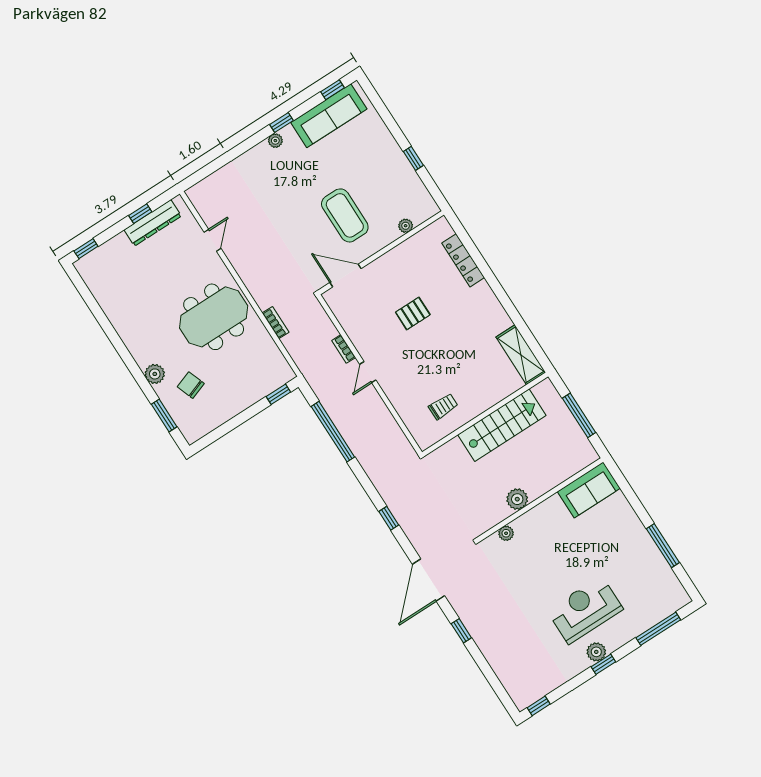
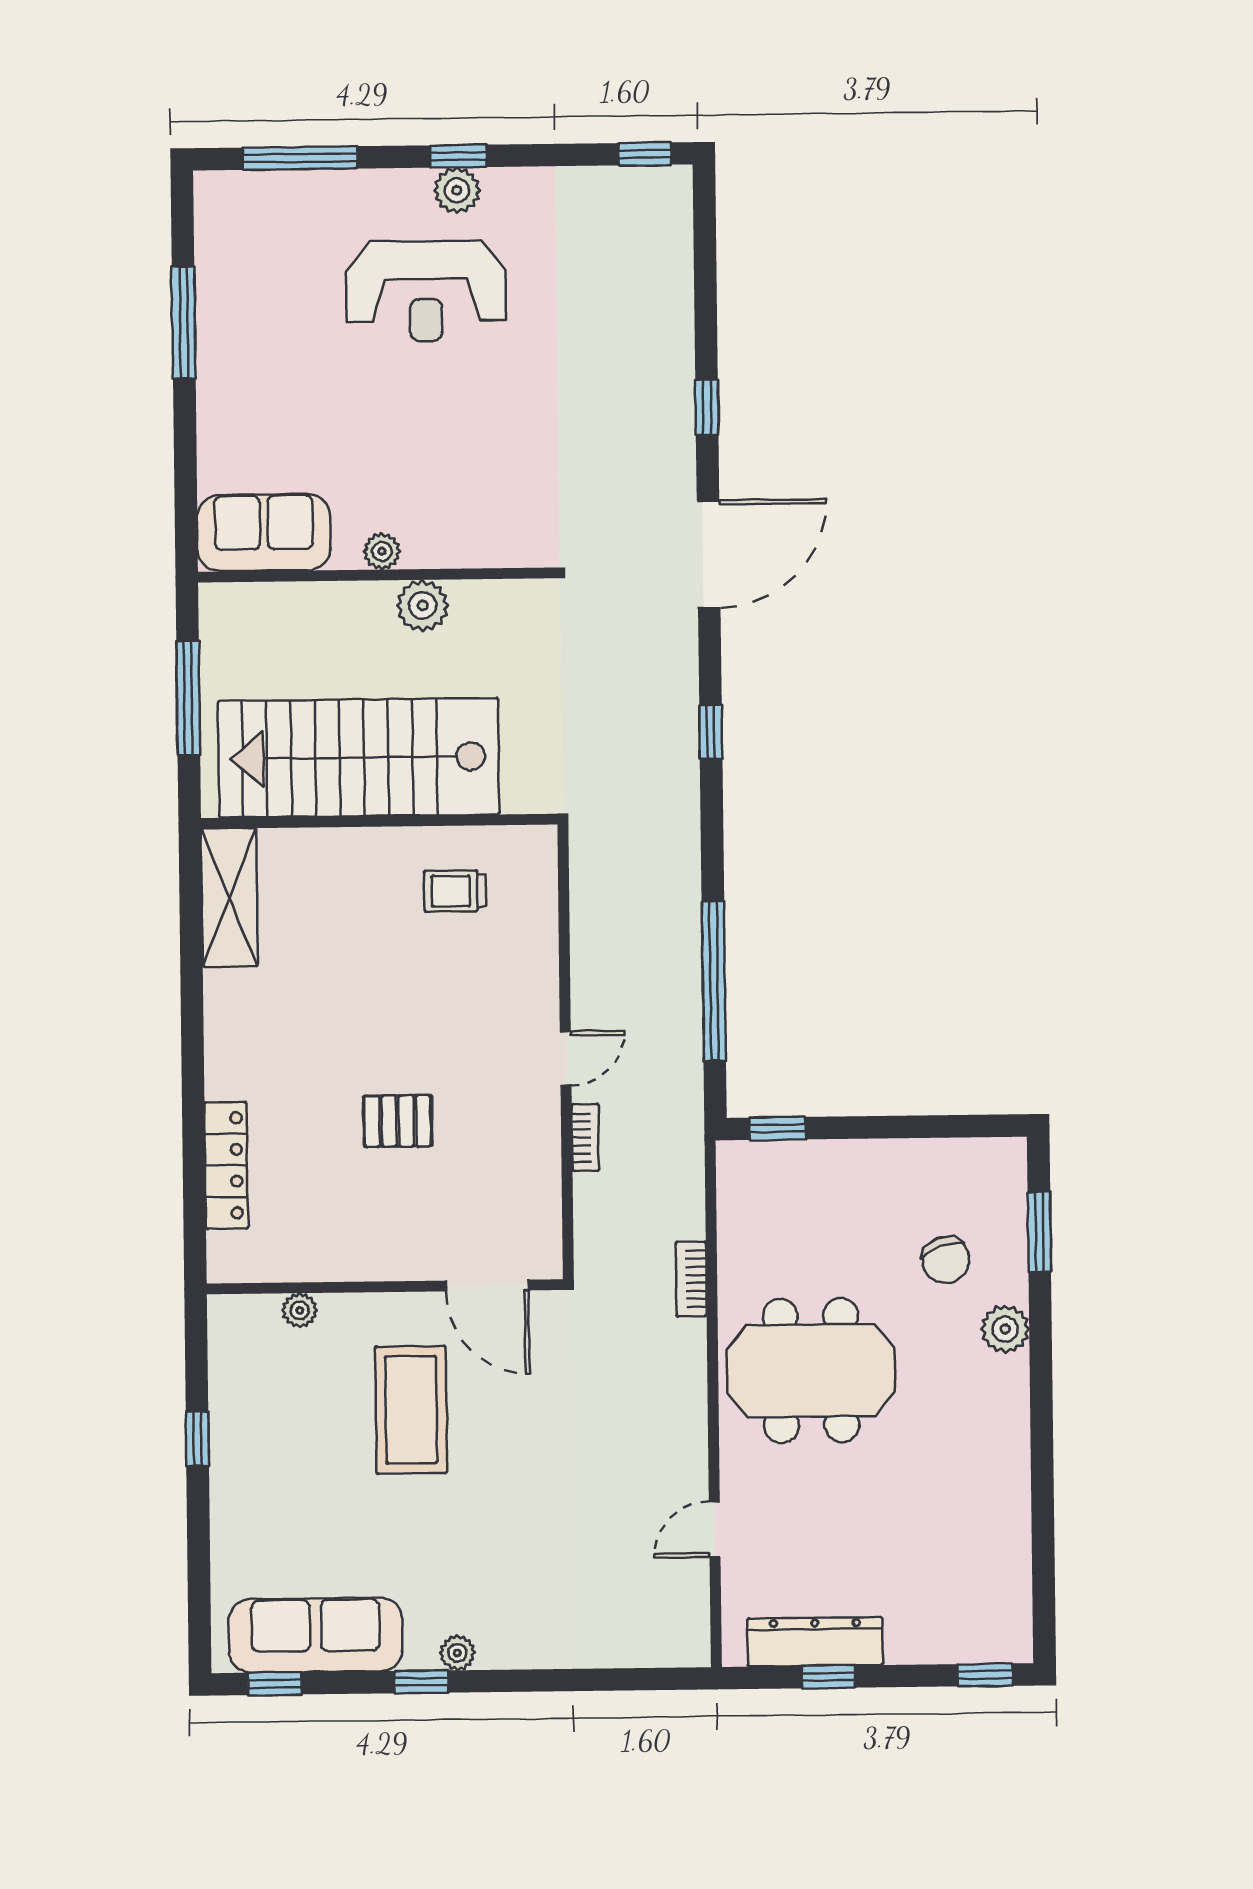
stairs: (502, 425) -> (359, 758), width x1.36, depth x1.51
plant: (506, 533) -> (382, 551), moved

